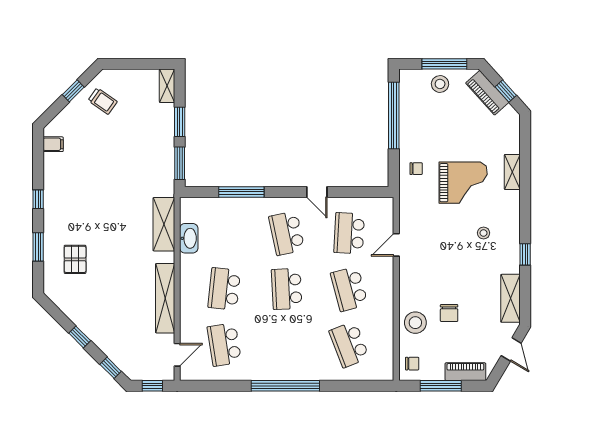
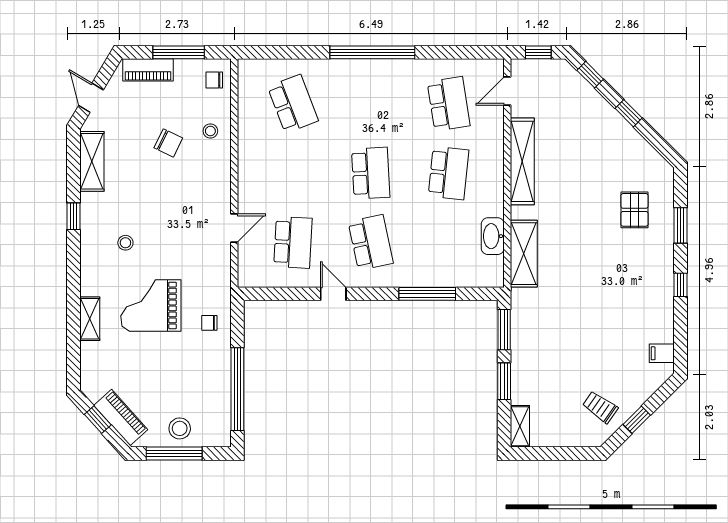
school desk: (349, 289) -> (293, 173), removed
chair: (449, 313) -> (168, 143), turned 116
stool: (415, 323) -> (210, 131), width x0.53, depth x0.53

